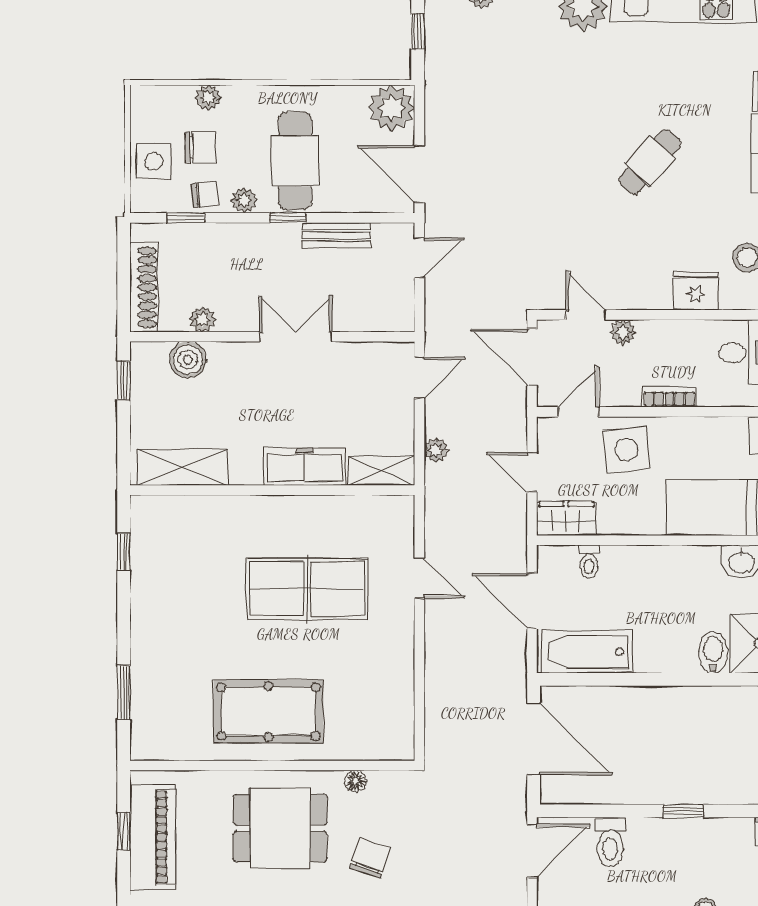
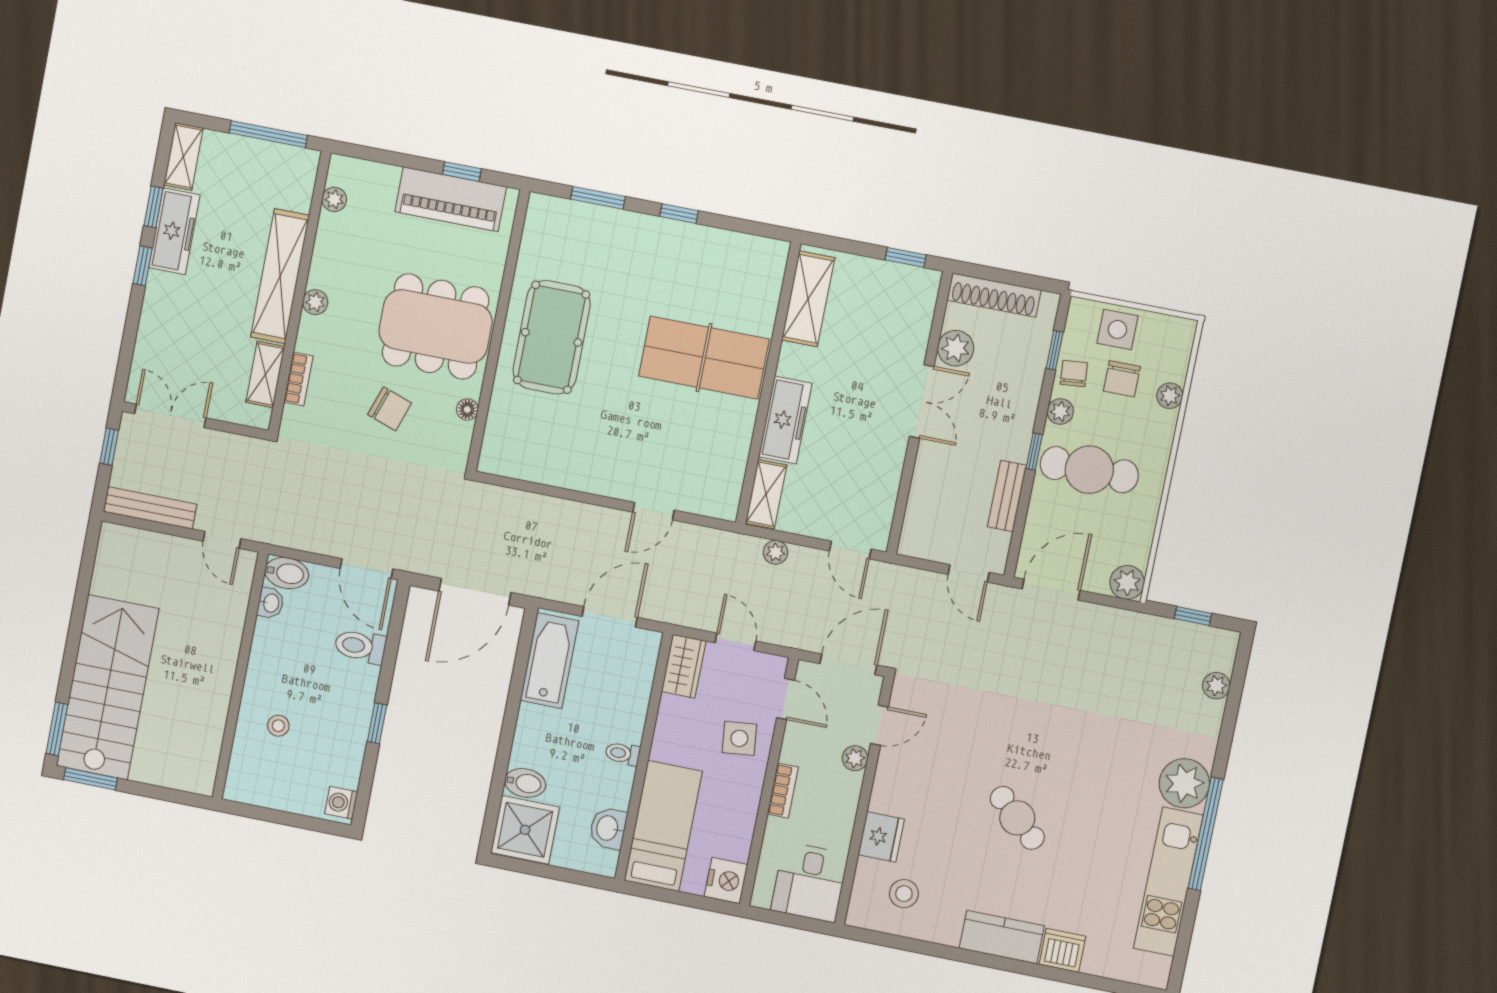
plant: (392, 108) -> (1127, 582), width x0.73, depth x0.73
chair: (205, 195) -> (1074, 374), turned 180
plant: (202, 319) -> (956, 348), width x1.38, depth x1.38
double door: (296, 337) -> (922, 401), moved
boiler: (188, 360) -> (914, 325), removed
side table: (626, 450) -> (739, 738), width x0.73, depth x0.73
door: (532, 472) -> (735, 642), hinge flipped
window: (124, 552) -> (679, 214), moved
toilet: (589, 562) -> (623, 754), moved
table tennis table: (307, 589) -> (704, 358), moved, turned 90
dining table: (280, 828) -> (436, 326), width x1.38

